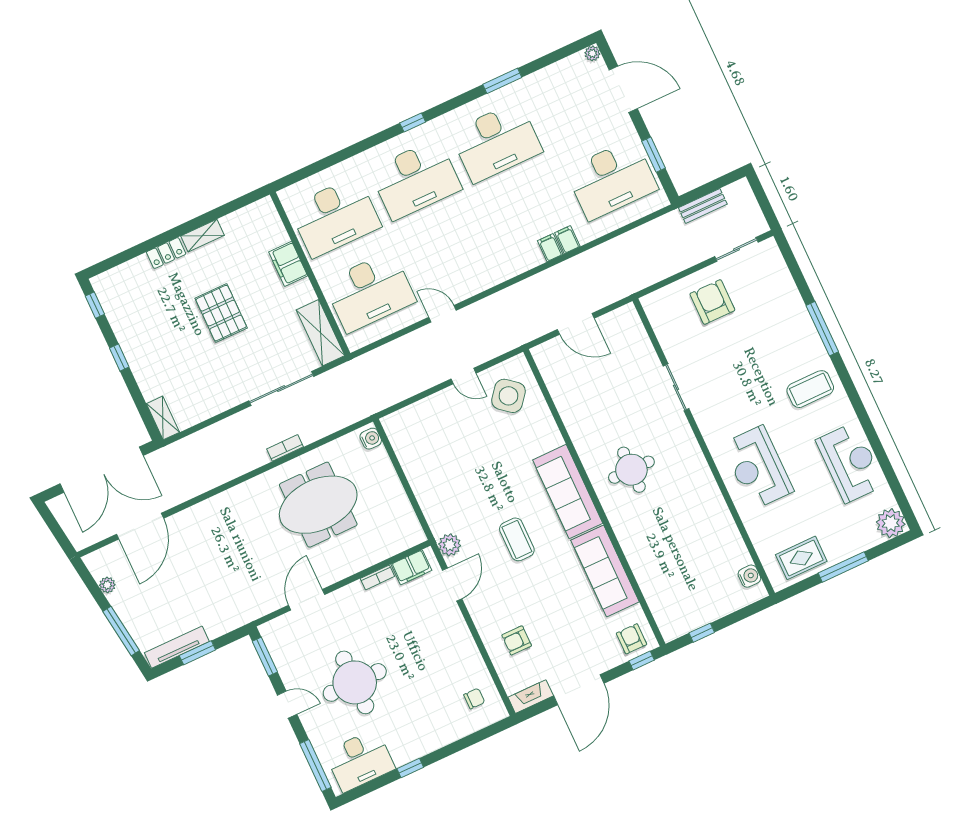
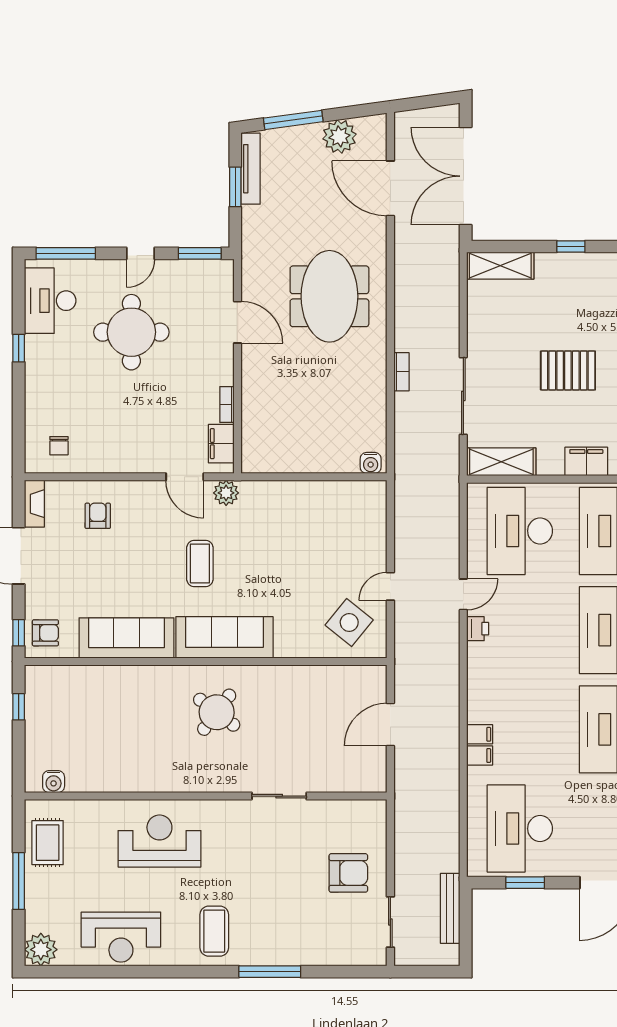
bench: (703, 206) -> (450, 908), width x1.36
printer: (465, 289) -> (478, 629), added
shelving: (163, 418) -> (500, 266), width x1.50, depth x1.33
round table: (631, 470) -> (217, 712), turned 37
meeting table: (318, 505) -> (329, 296), moved
coffee table: (517, 539) -> (200, 564), turned 90
plant: (107, 585) -> (339, 136), width x1.87, depth x1.87

